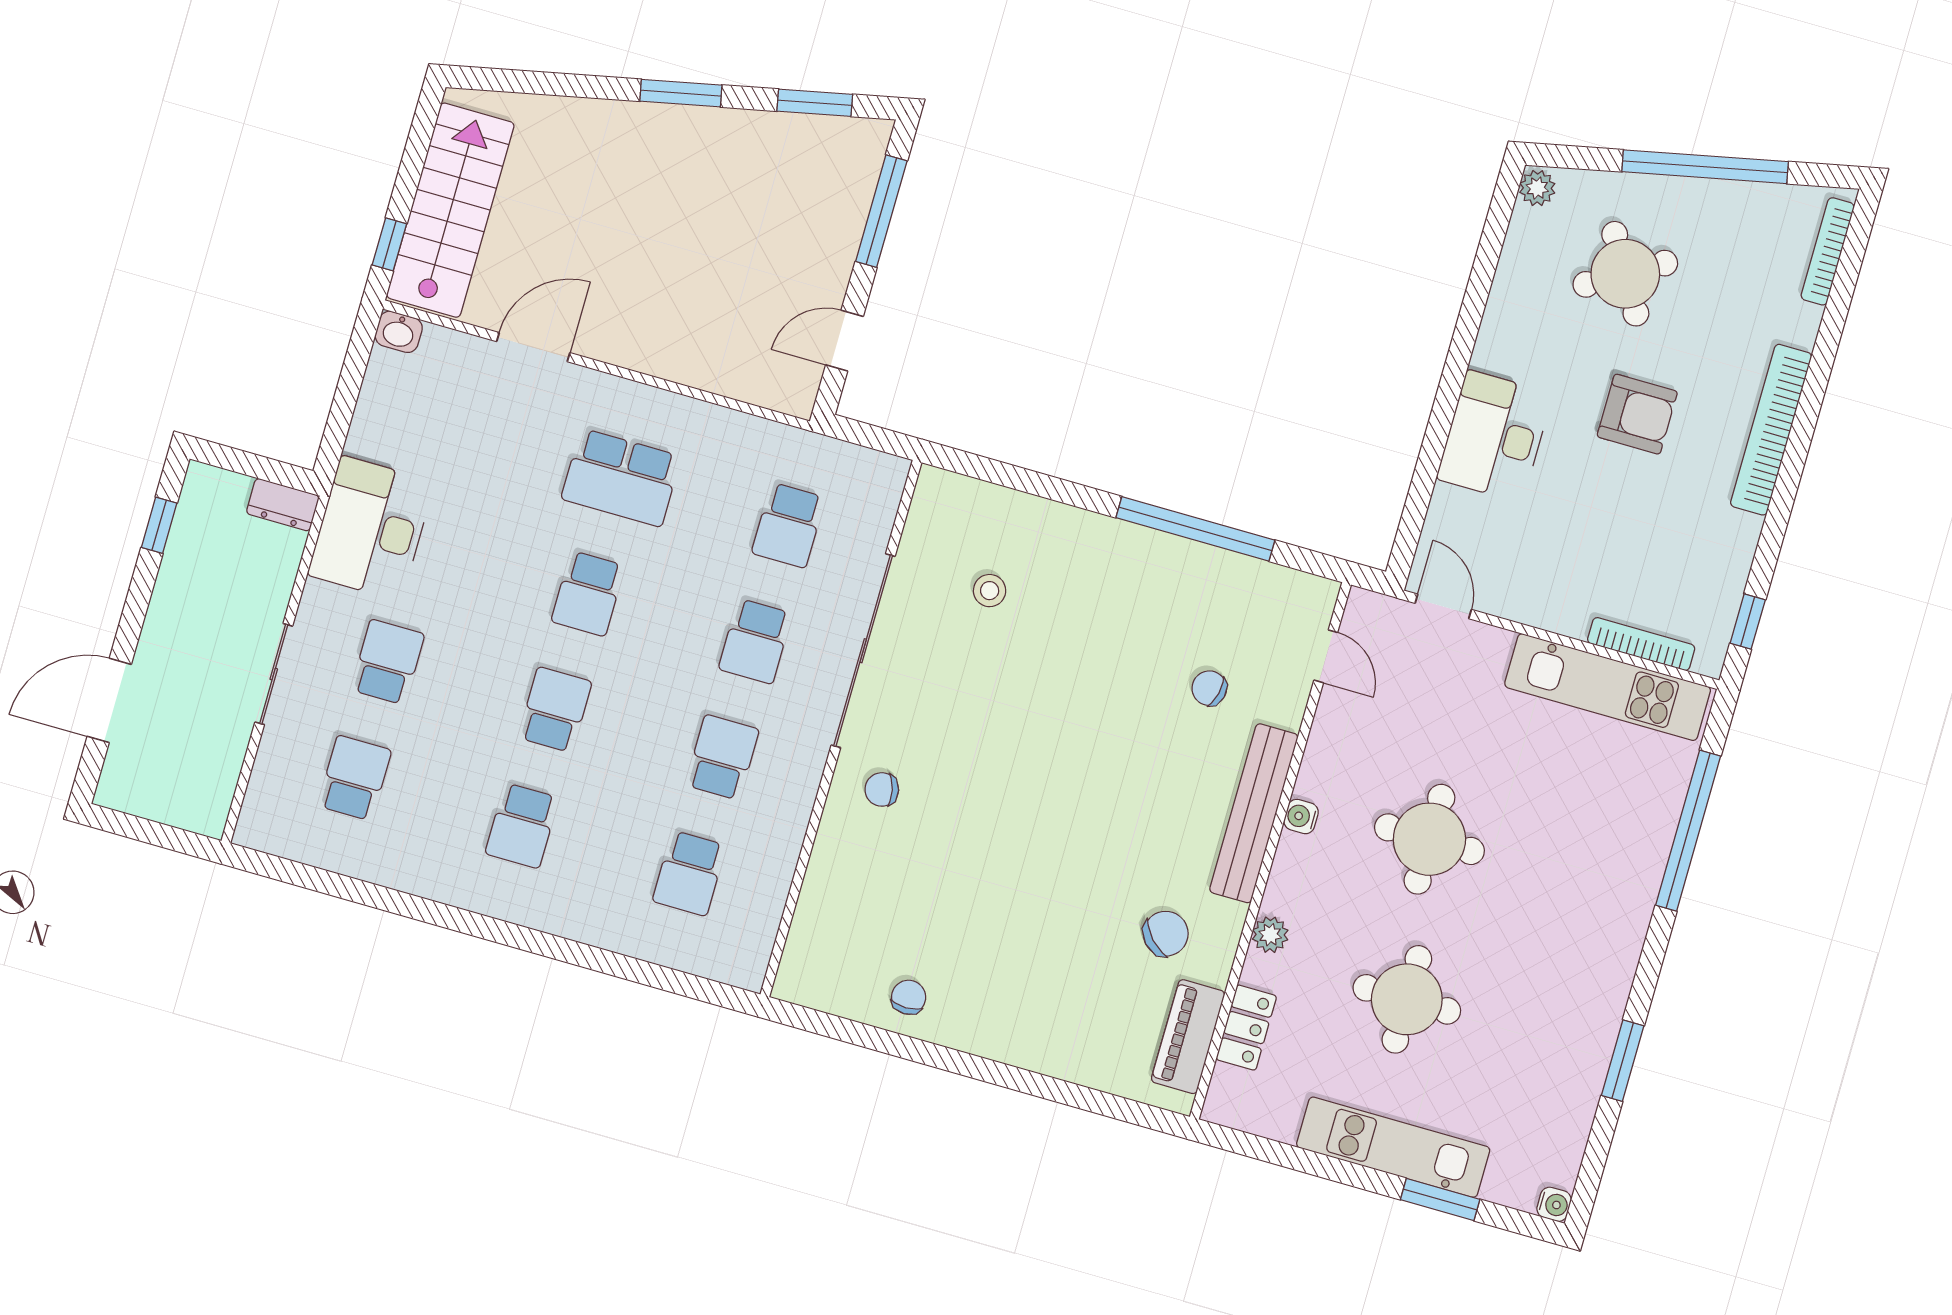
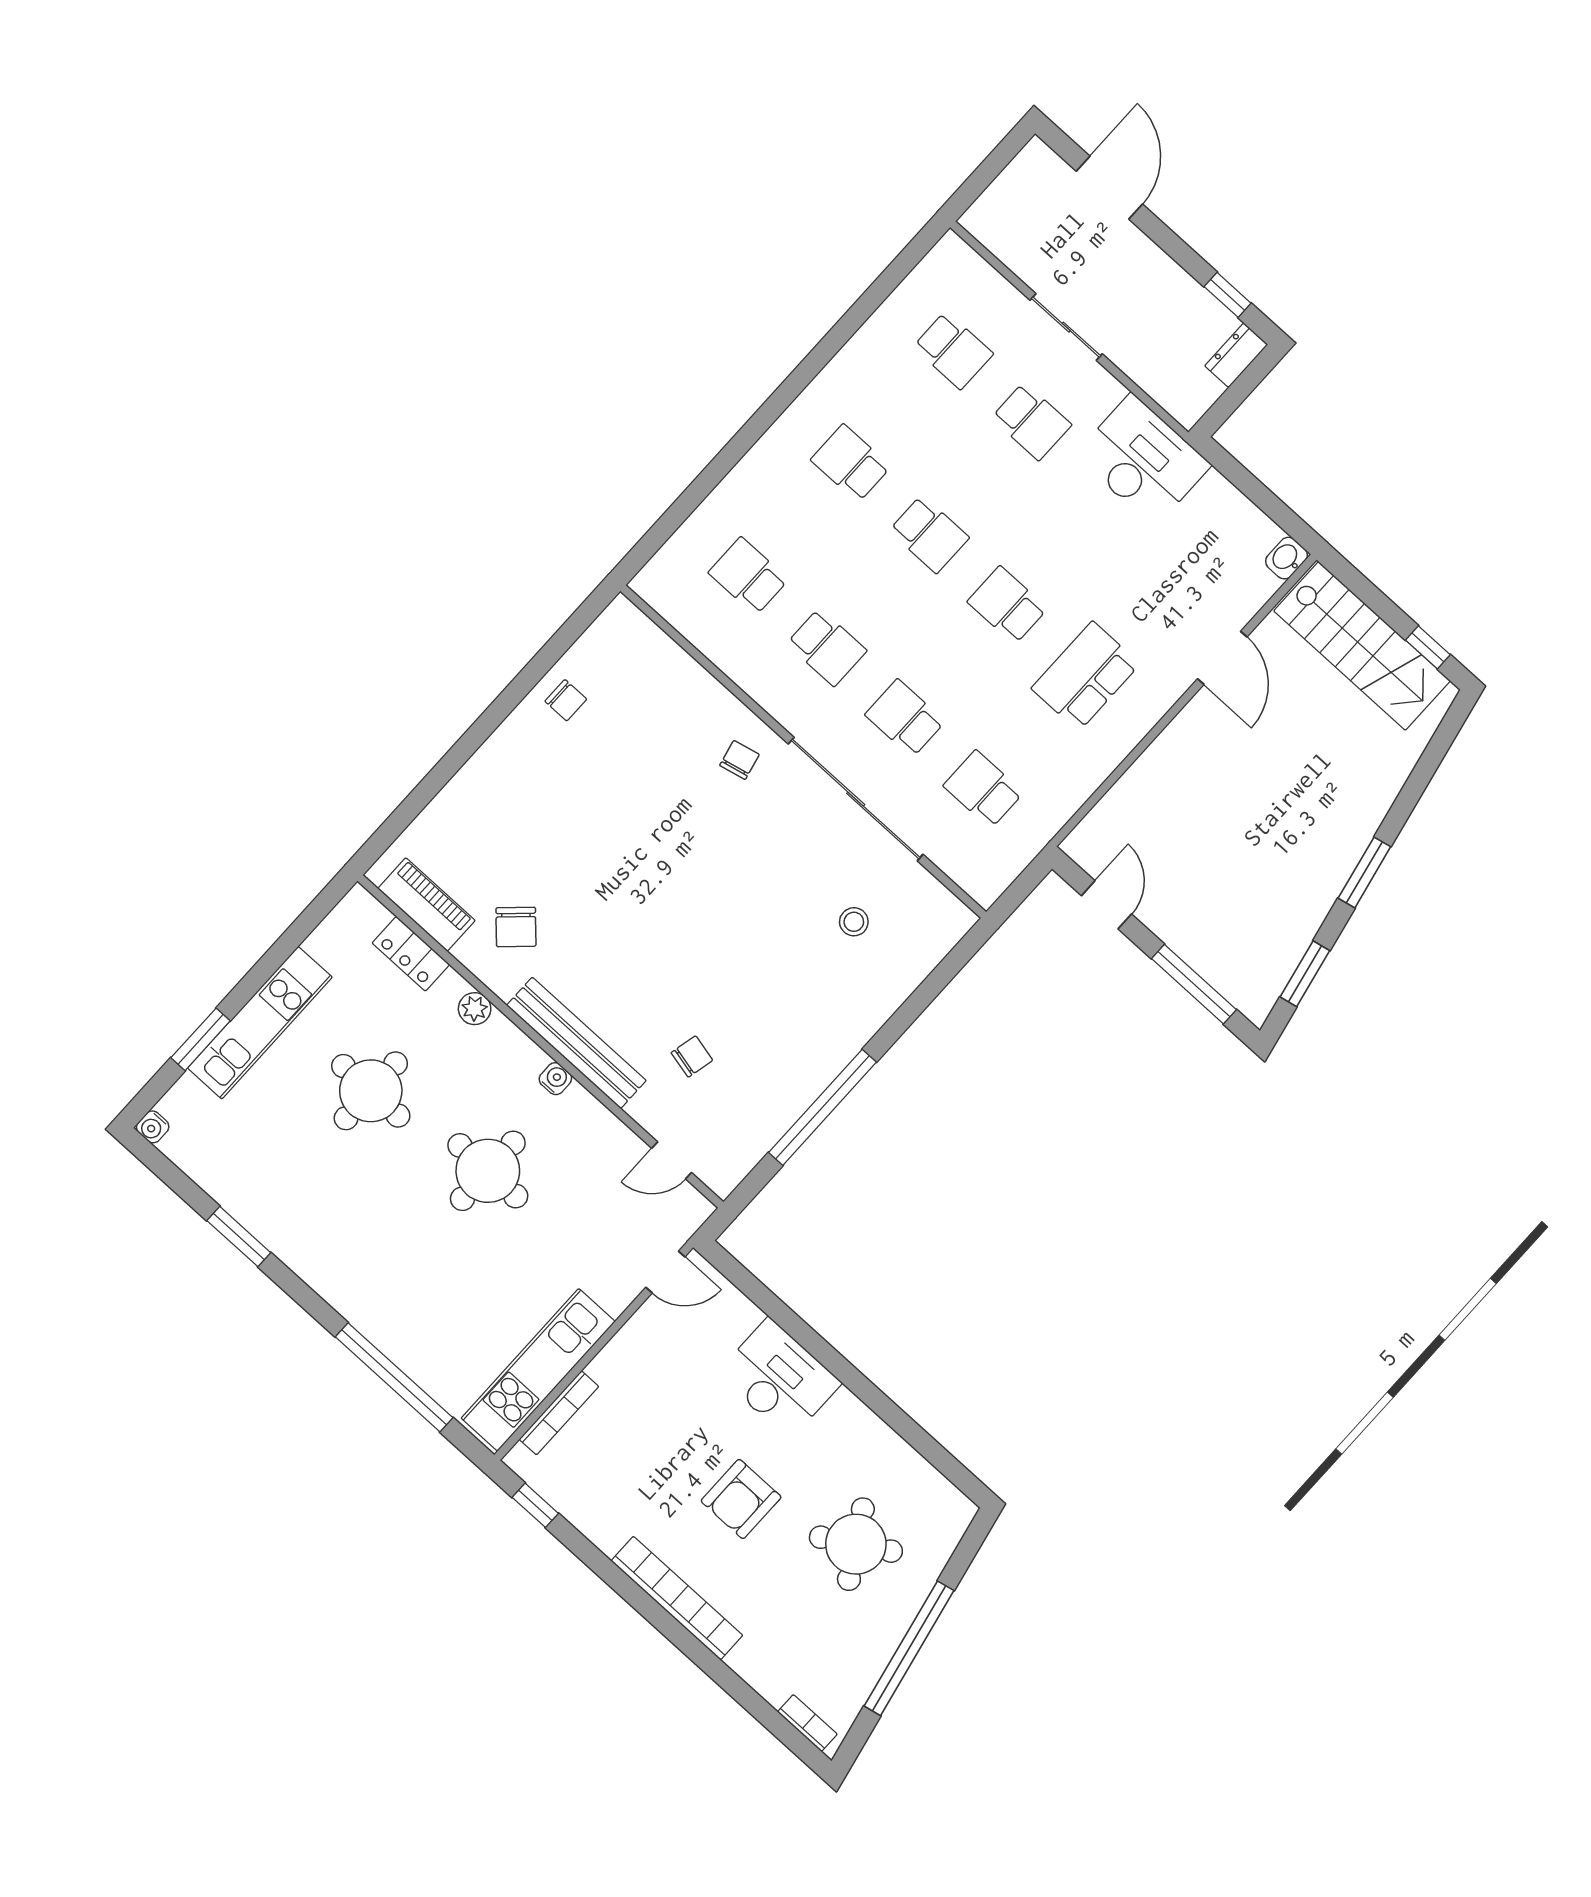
plant: (1537, 188) -> (957, 1508), removed
window: (389, 244) -> (1428, 647), moved
bookcase: (1828, 251) -> (807, 1723), width x0.64
dresser: (283, 505) -> (1236, 355), moved

